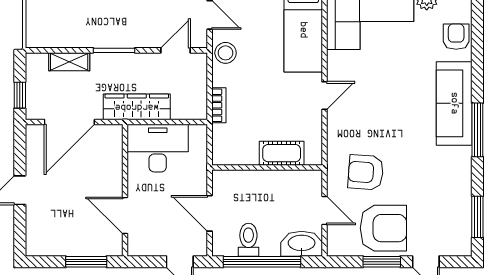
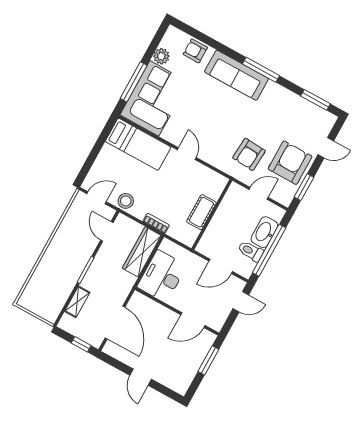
wardrobe: (137, 107) -> (142, 252), moved
cot: (282, 153) -> (201, 212), moved
washbasin: (302, 244) -> (264, 232), moved
window: (382, 262) -> (304, 187), moved

